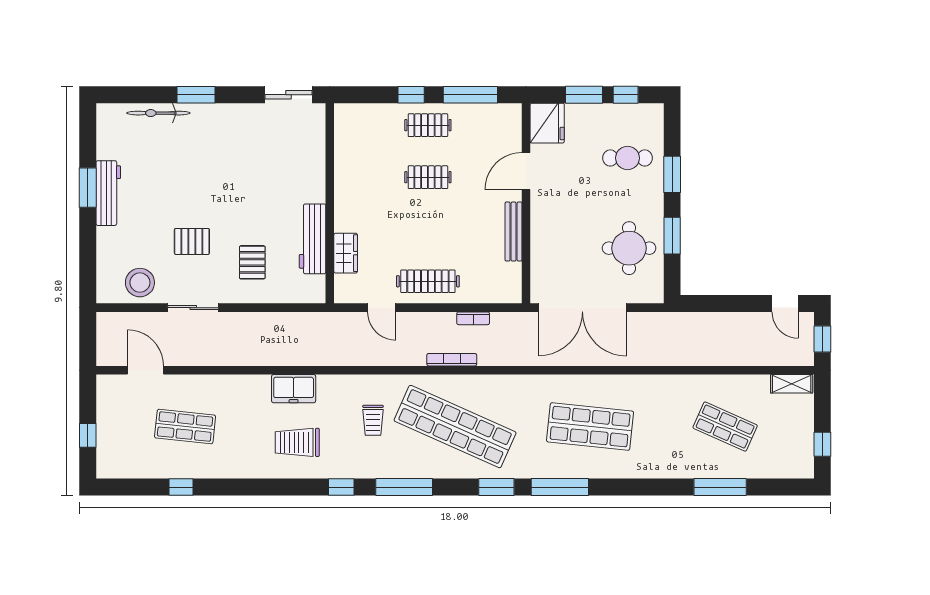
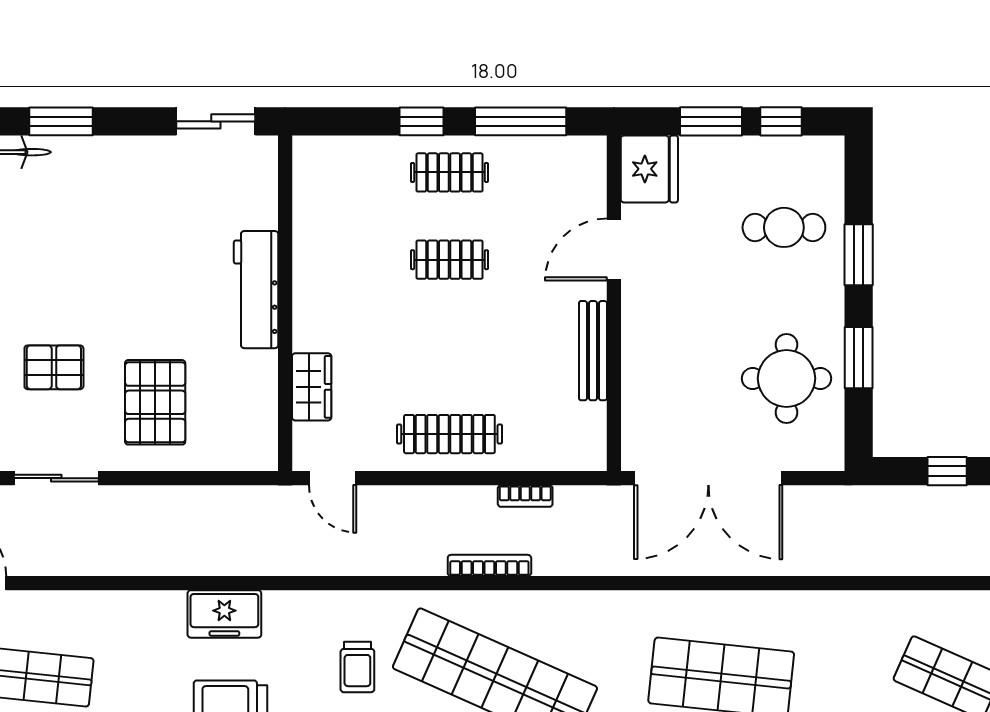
workbench: (312, 239) -> (256, 290), moved
pallet: (252, 262) -> (155, 402), width x1.50, depth x1.42
window: (725, 303) -> (947, 471), added
door: (382, 308) -> (333, 478), moved

